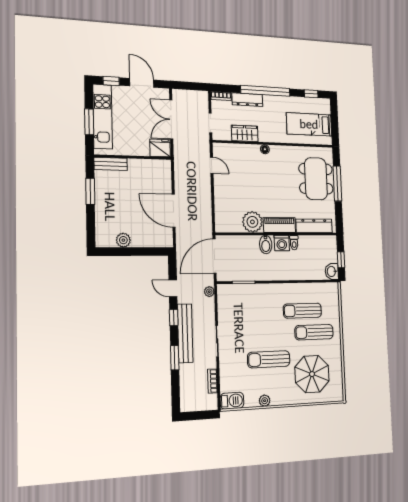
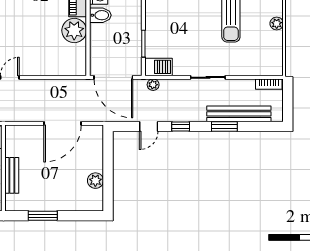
bench: (111, 164) -> (12, 175), moved
bench: (185, 333) -> (239, 114), moved
bookcase: (213, 381) -> (269, 84), moved
barbecue: (232, 401) -> (158, 67), moved, turned 90

